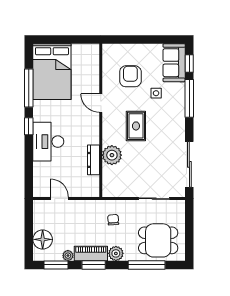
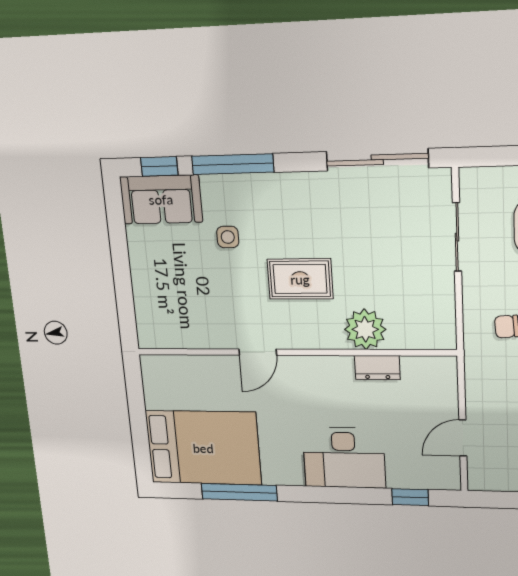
armchair: (130, 76) -> (198, 291), removed
window: (29, 126) -> (410, 497), moved
dresser: (94, 160) -> (377, 368), width x0.70

